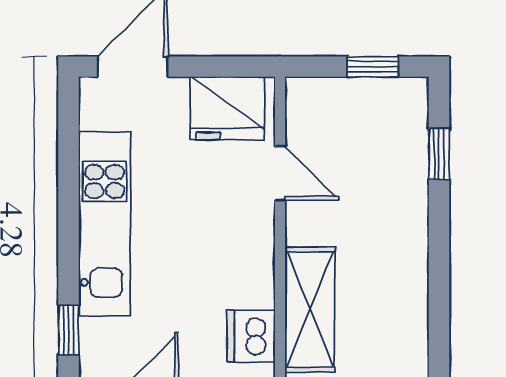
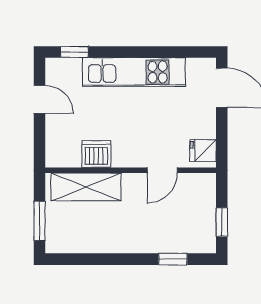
fridge: (227, 108) -> (203, 151), width x0.53, depth x0.75
dishwasher: (251, 336) -> (96, 154), moved

